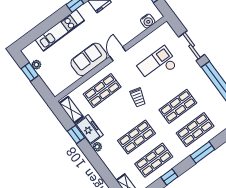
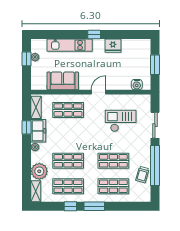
sofa: (89, 59) -> (63, 81), moved
trolley: (138, 97) -> (142, 175), moved
window: (202, 152) -> (94, 206), moved
plant: (117, 166) -> (39, 171), added

